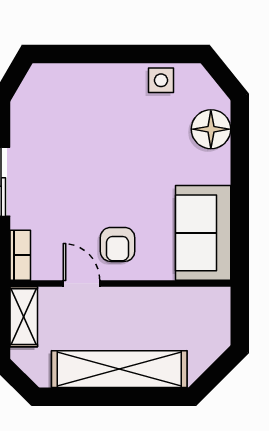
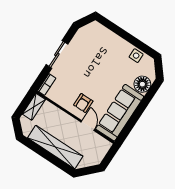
sofa: (203, 233) -> (120, 113), width x1.36
door: (81, 283) -> (88, 126), moved

